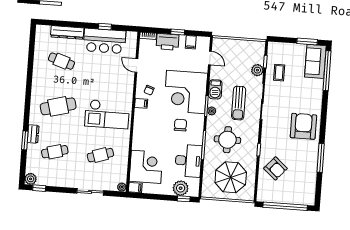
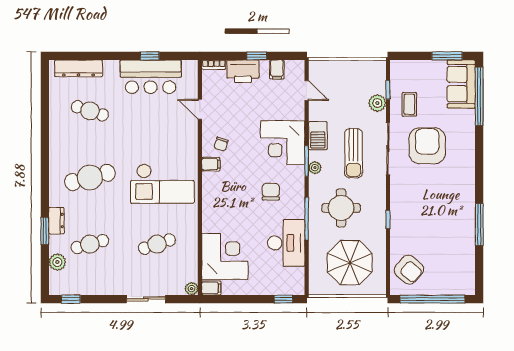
dresser: (67, 32) -> (78, 68), moved
corner desk: (186, 92) -> (283, 143), width x0.74, depth x0.74
armchair: (303, 126) -> (427, 146), moved
armchair: (276, 168) -> (409, 270), moved
plant: (31, 179) -> (57, 262), moved
plant: (181, 188) -> (278, 284), removed

